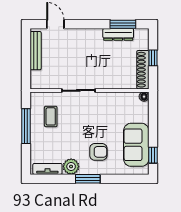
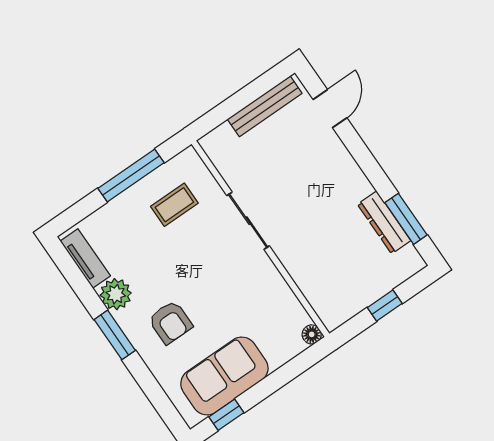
shoe rack: (143, 70) -> (354, 302), removed

